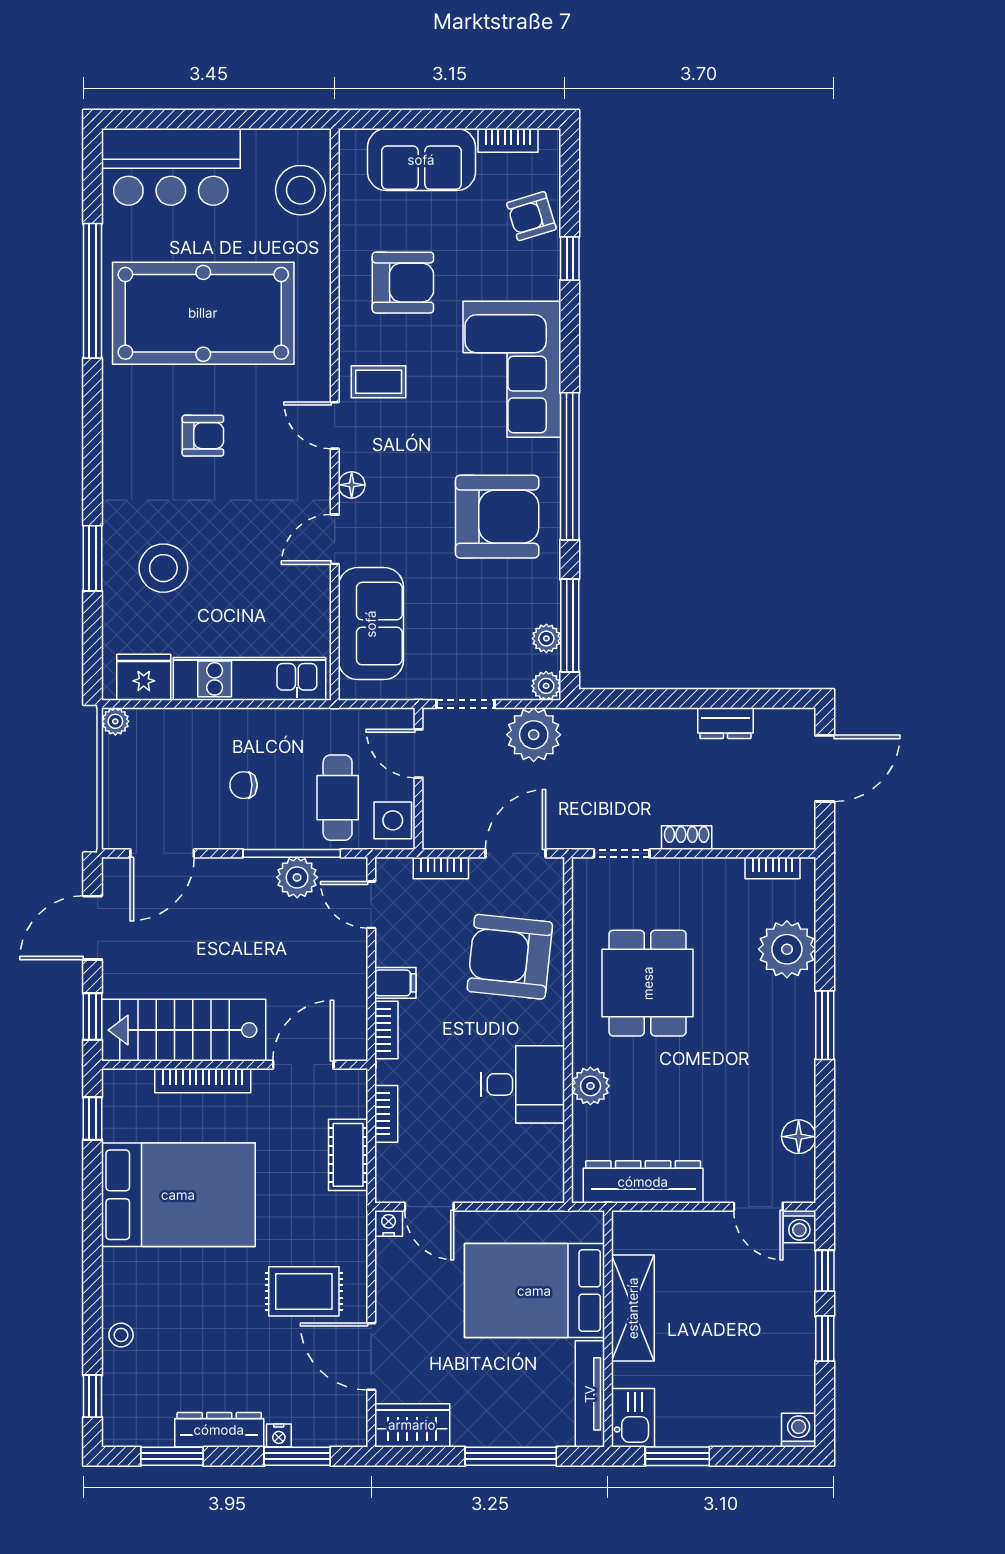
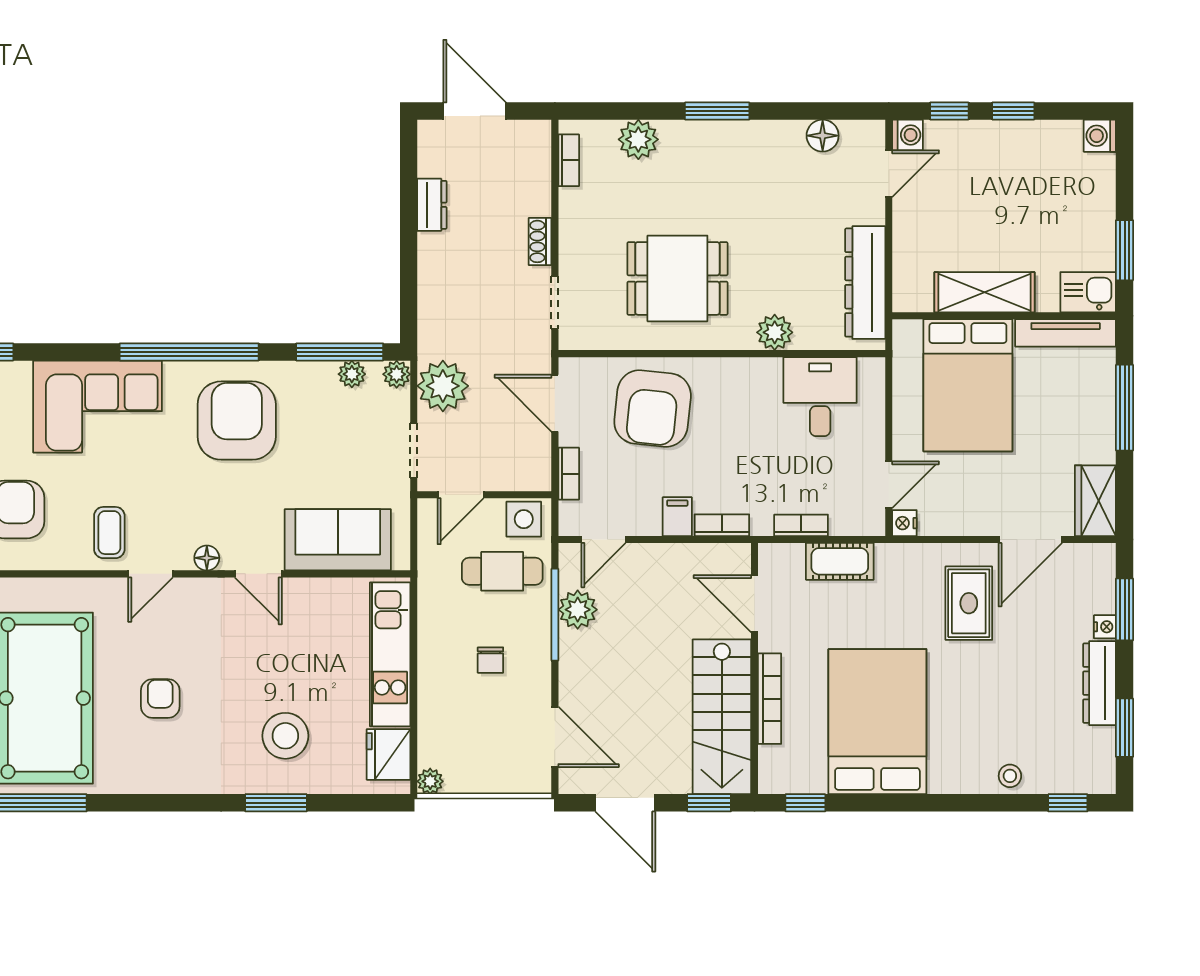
plant: (787, 949) -> (638, 139), width x0.73, depth x0.73
desk: (522, 1084) -> (820, 397), moved

